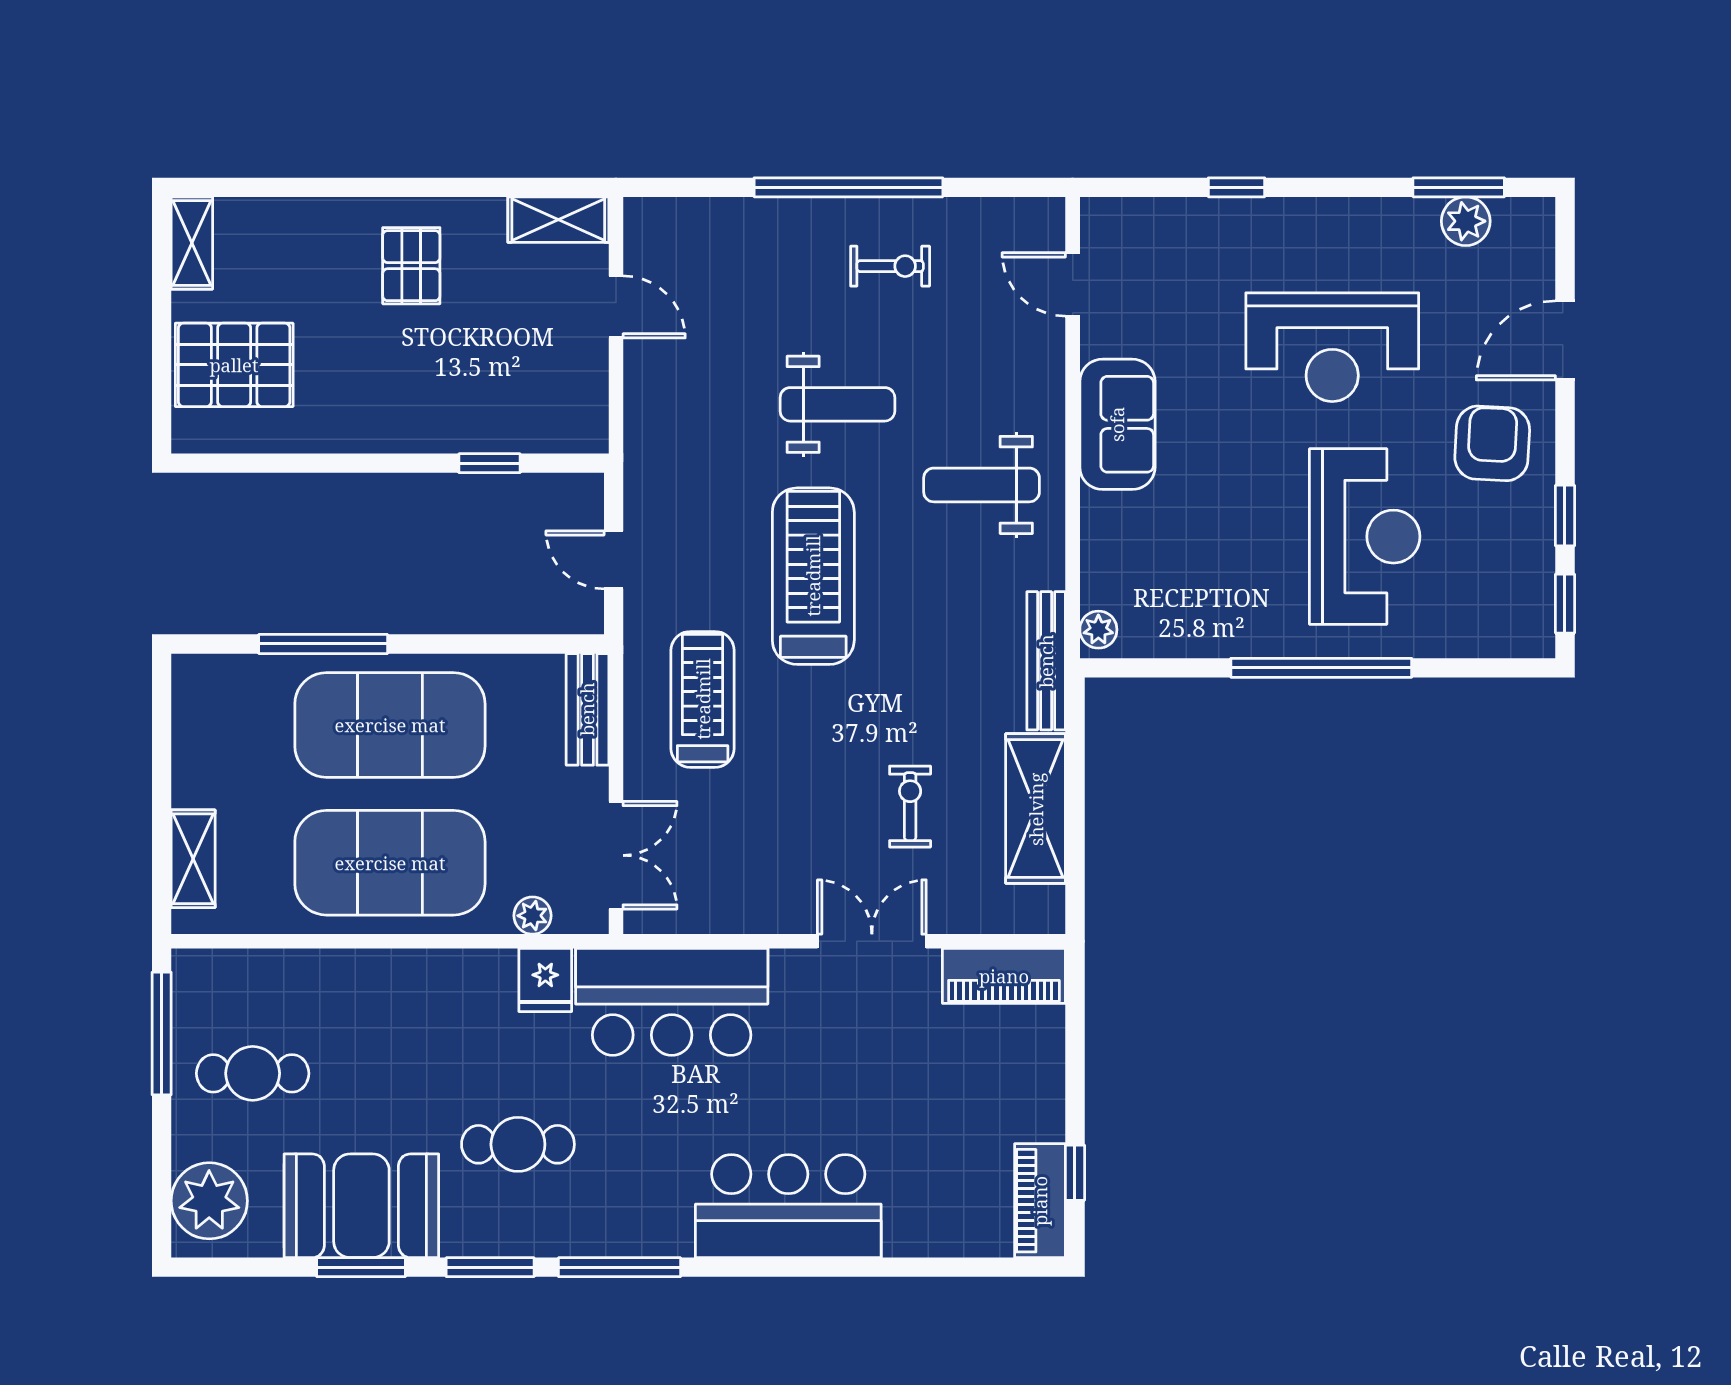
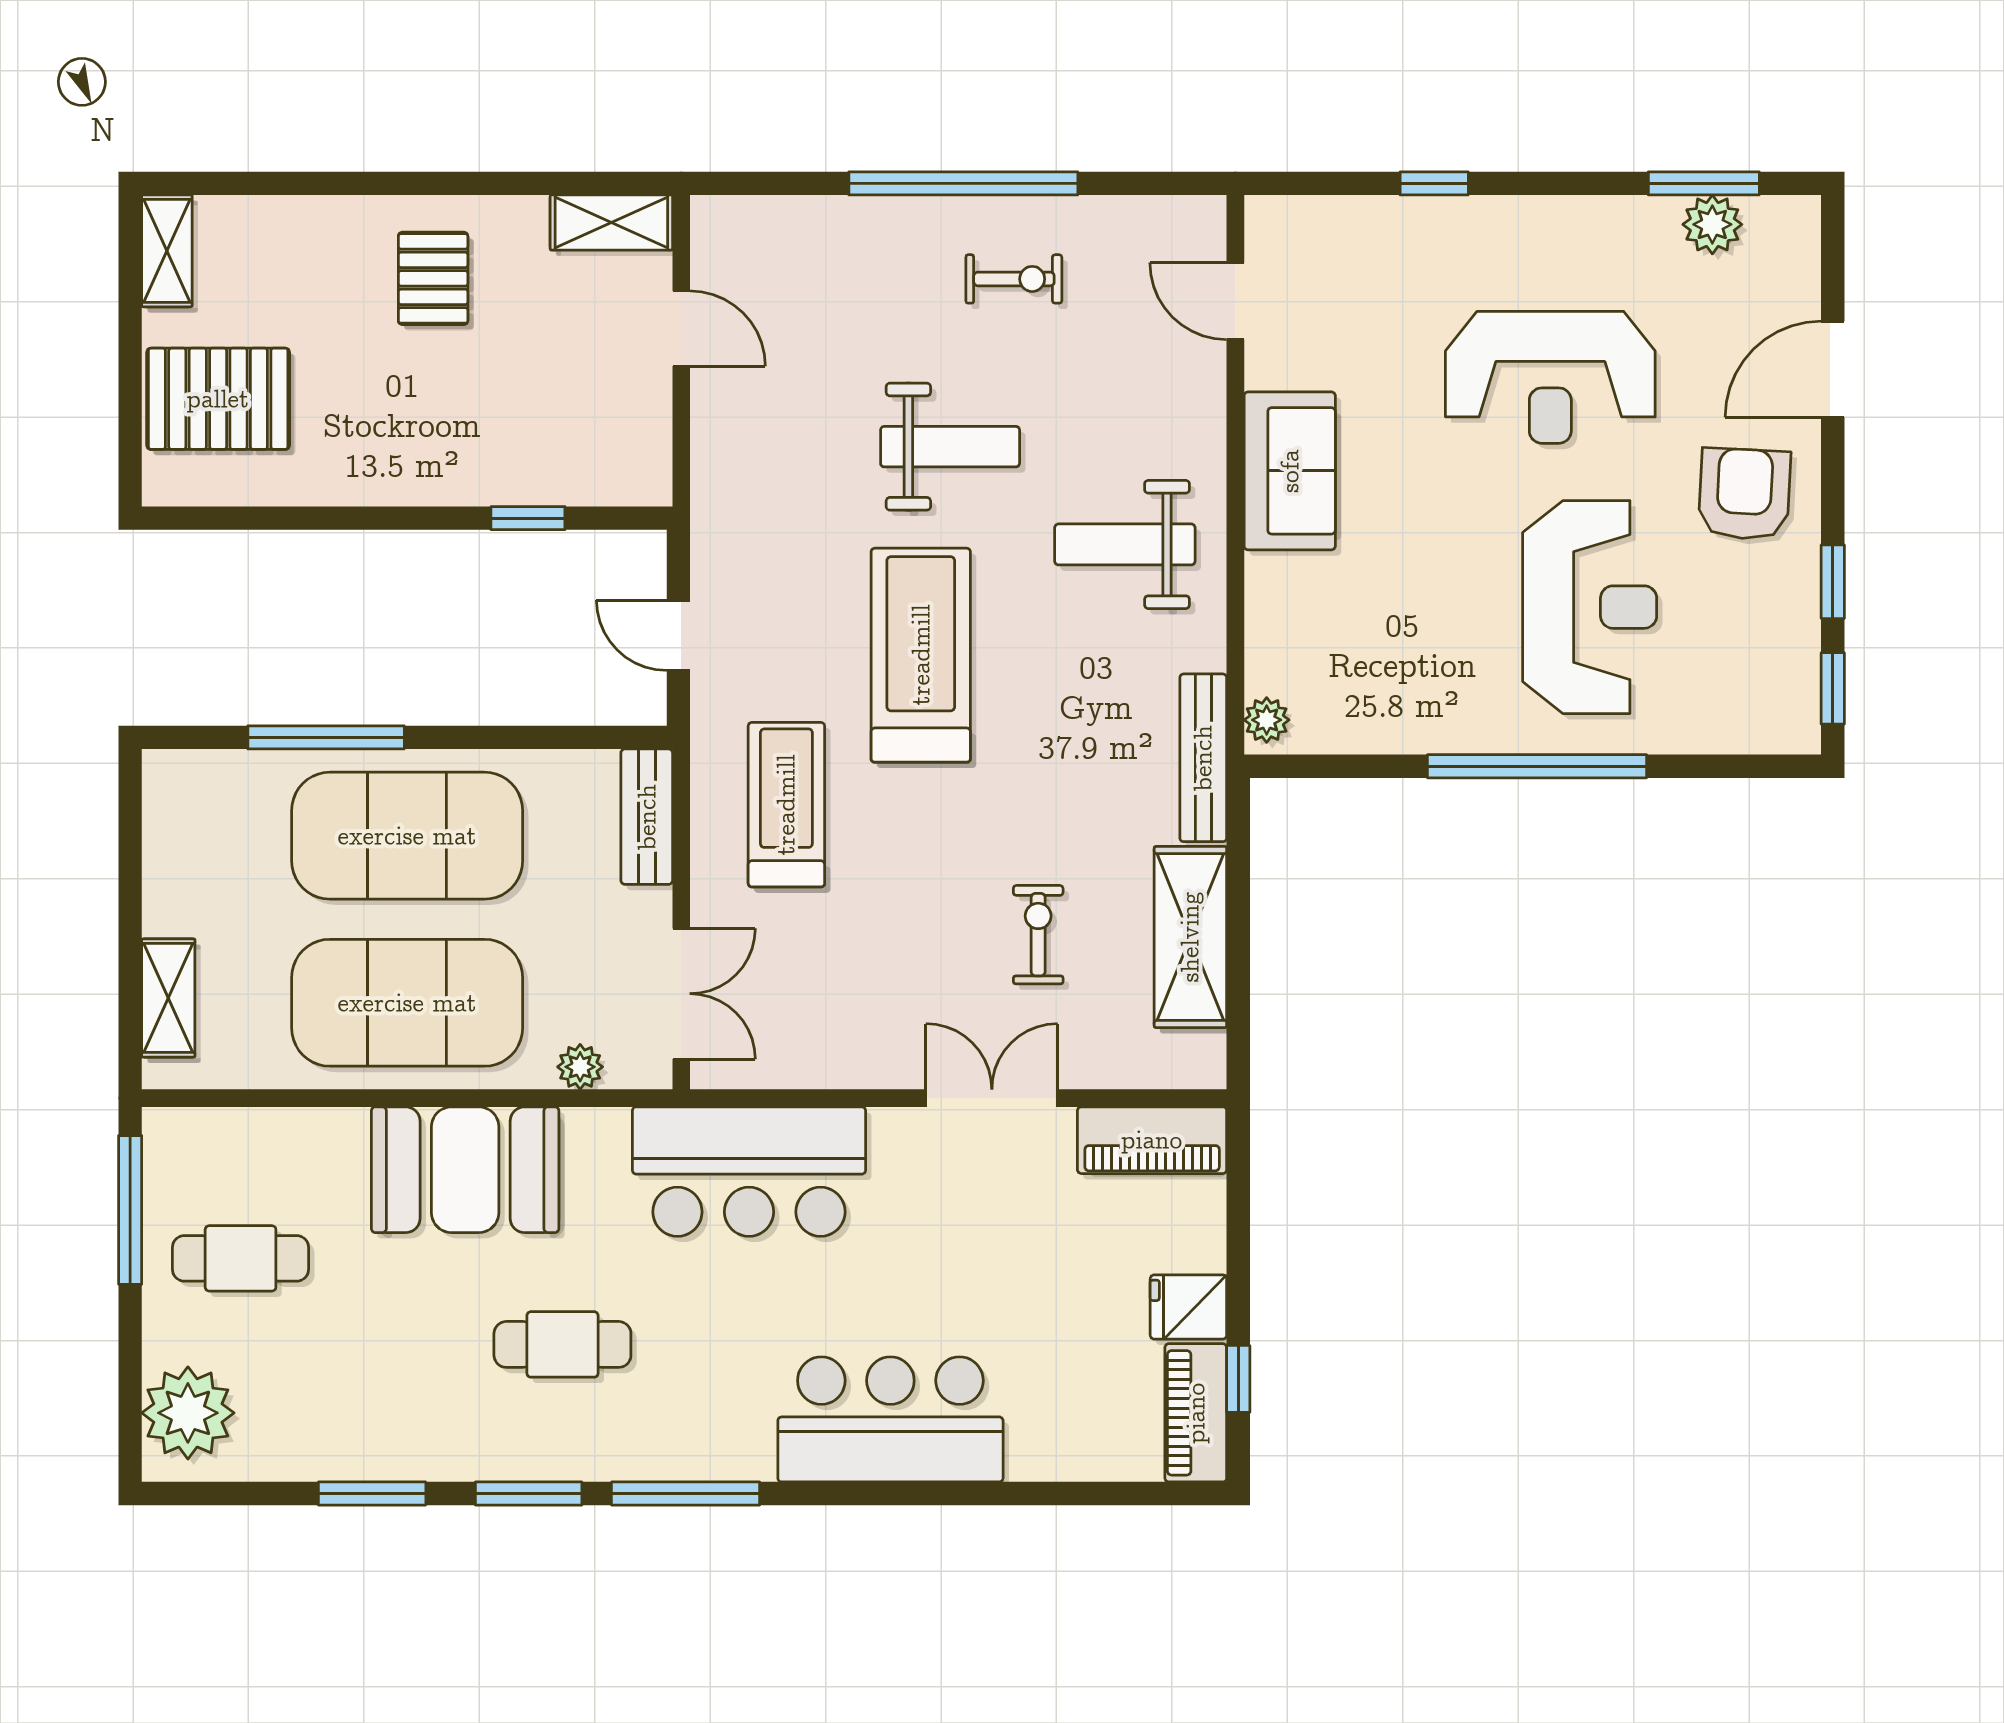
fridge: (545, 980) -> (1188, 1307), moved, turned 90
booth: (361, 1206) -> (465, 1170), moved

